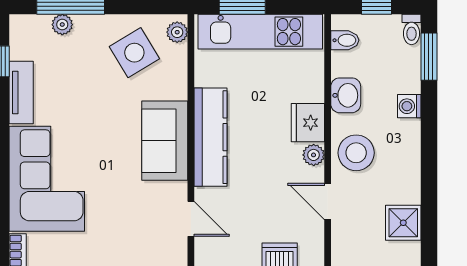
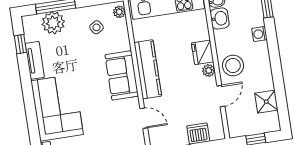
plant: (62, 25) -> (53, 23), width x1.87, depth x1.87
side table: (134, 53) -> (96, 27), width x0.54, depth x0.54
washbasin: (346, 95) -> (220, 18), moved
door: (328, 201) -> (221, 96), swing flipped

